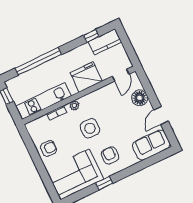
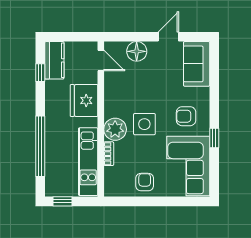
plant: (74, 105) -> (115, 129), width x1.87, depth x1.87
door: (161, 115) -> (168, 37), swing flipped

